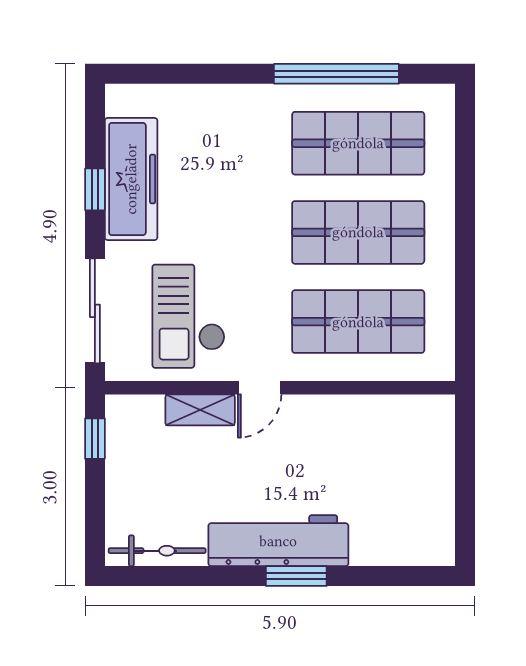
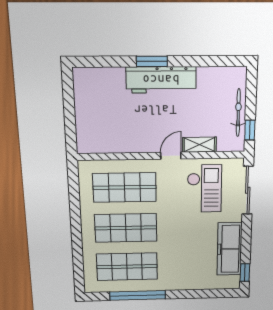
window: (95, 189) -> (245, 273), moved
bicycle: (157, 551) -> (238, 113), moved, turned 90

